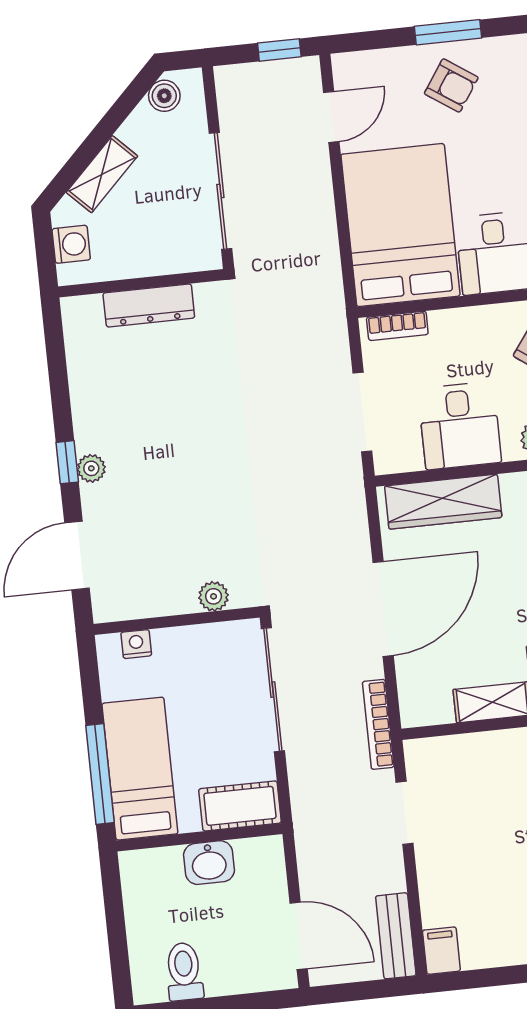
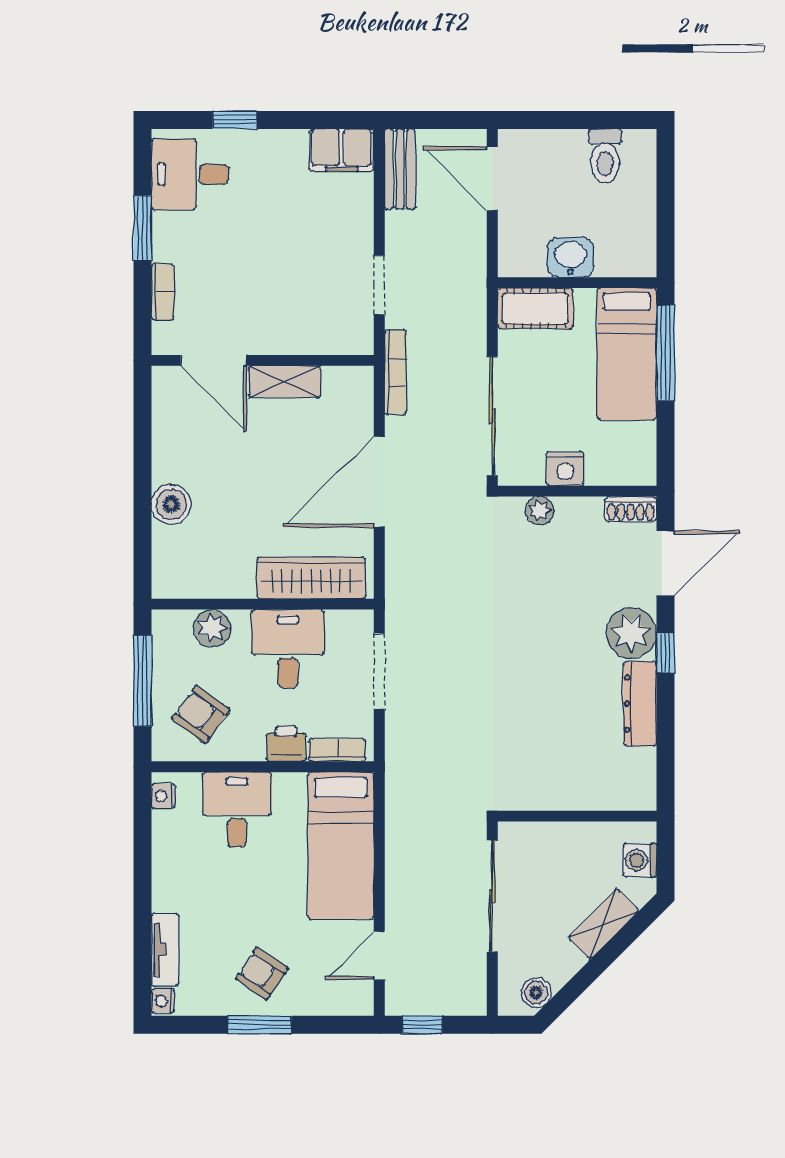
bed: (400, 225) -> (341, 846), width x0.67
dresser: (149, 305) -> (640, 704), moved, turned -90
printer: (451, 327) -> (286, 744), added
plant: (91, 468) -> (631, 633), width x1.88, depth x1.88
shoe rack: (119, 608) -> (631, 509), added
nightstand: (136, 644) -> (565, 468), moved, width x1.39, depth x1.35
filing cabinet: (441, 951) -> (342, 150), width x2.00

